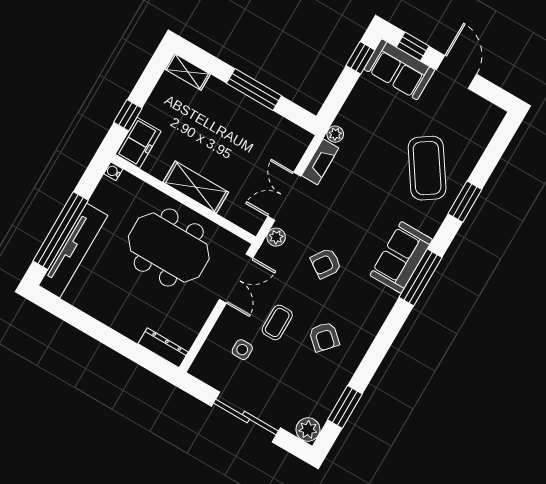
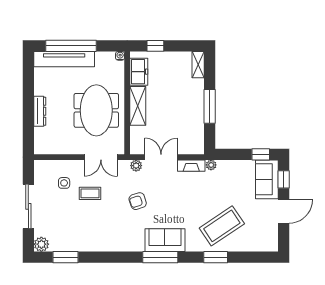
freezer: (138, 143) -> (139, 72), moved, turned -90
armchair: (326, 263) -> (138, 201), turned -52
armchair: (324, 337) -> (97, 224), removed
dresser: (163, 348) -> (40, 111), moved

